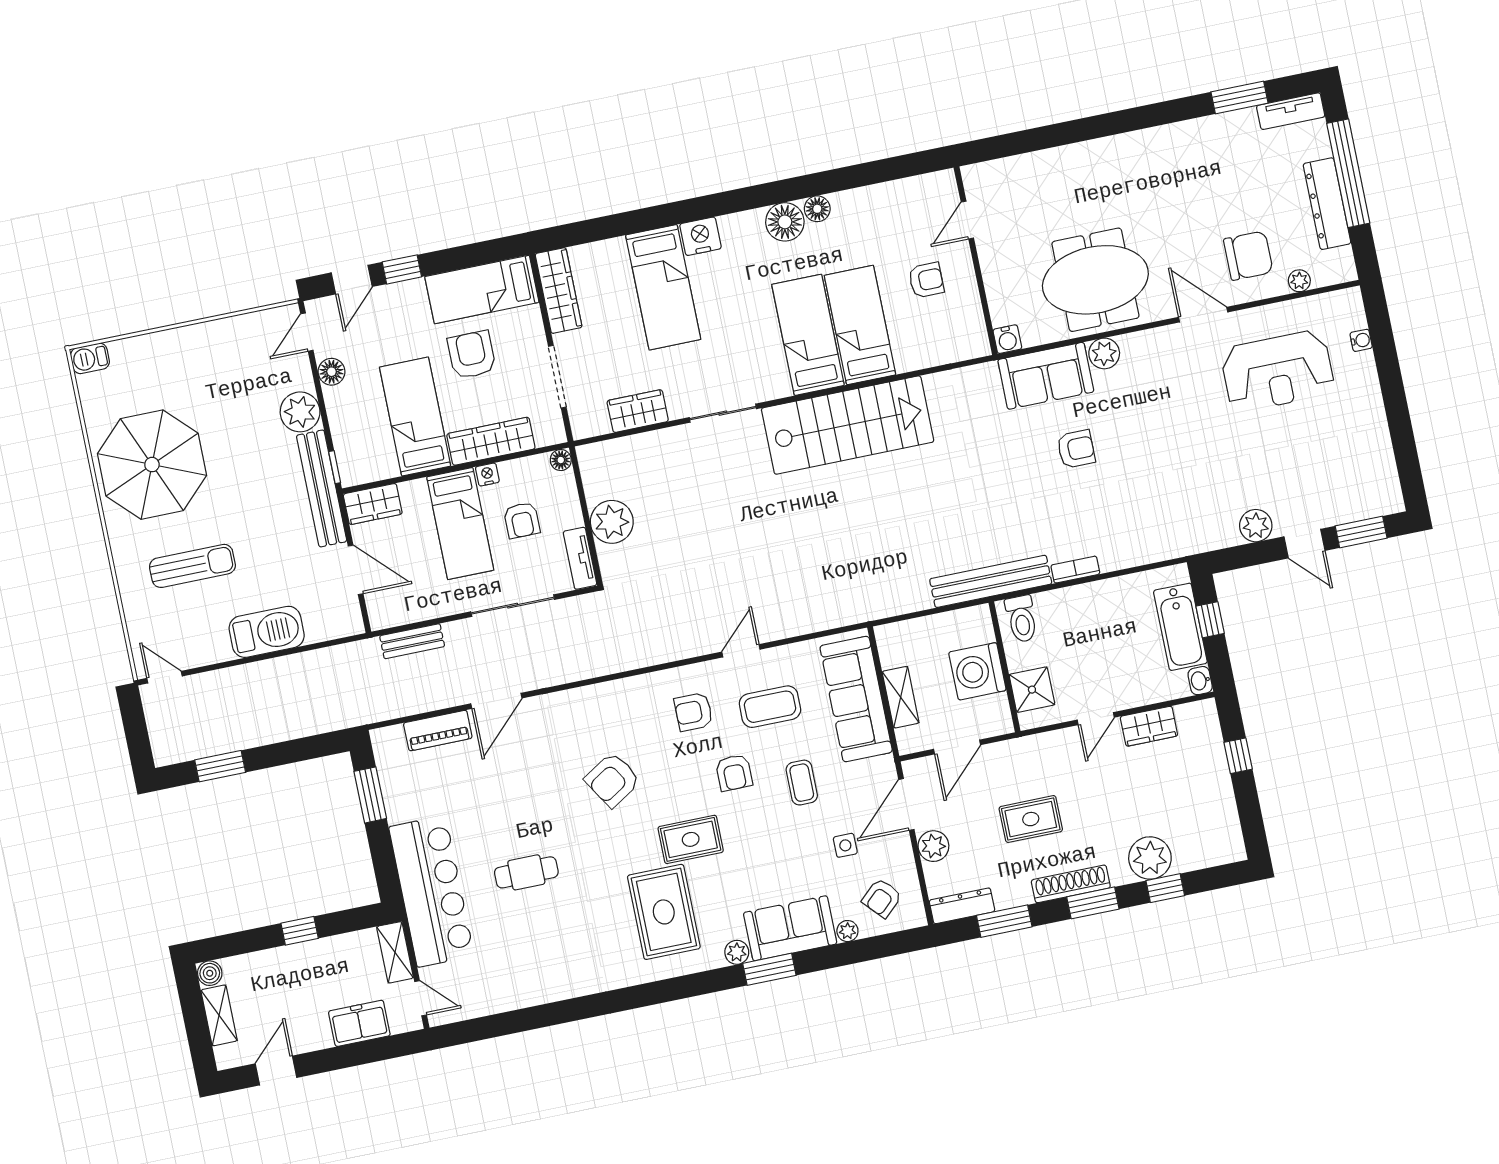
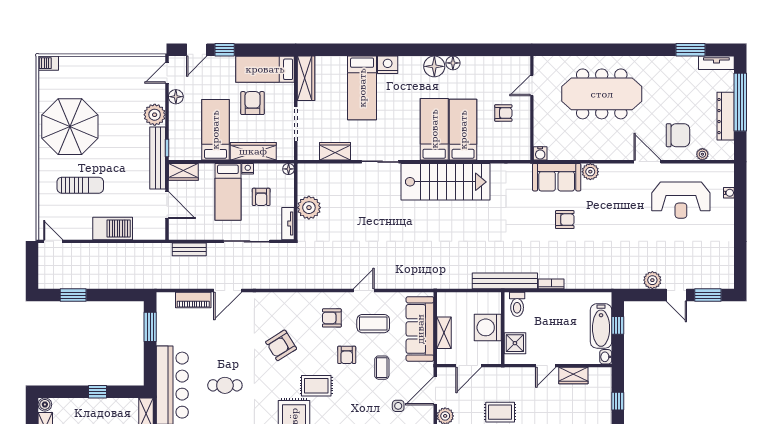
meeting table: (1095, 280) -> (602, 94), moved, width x1.36

